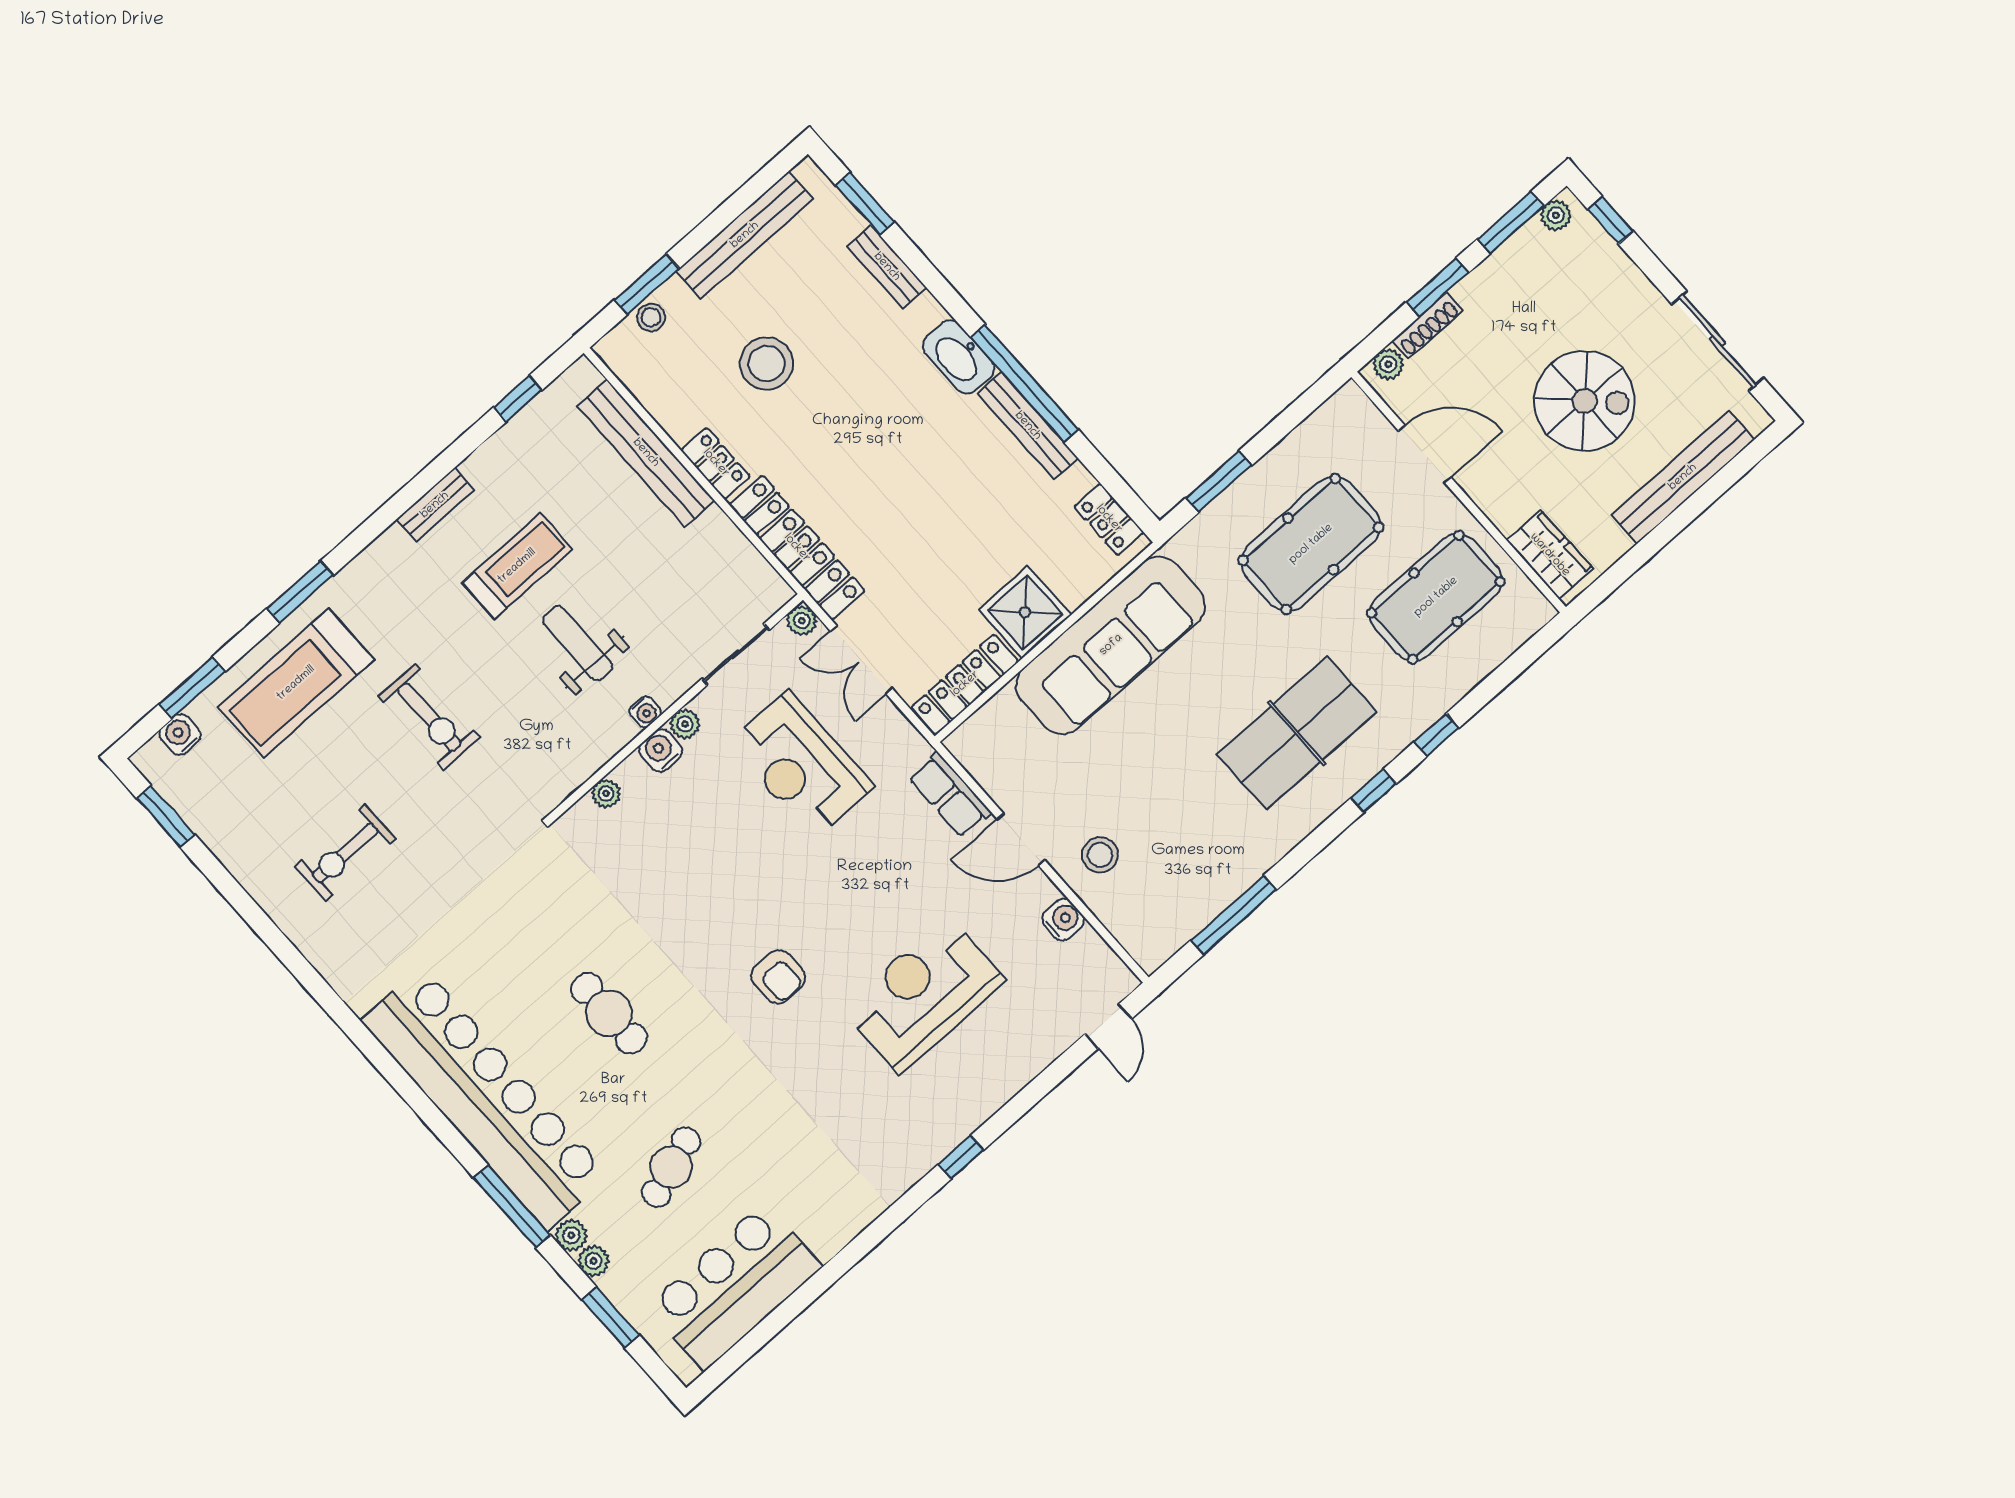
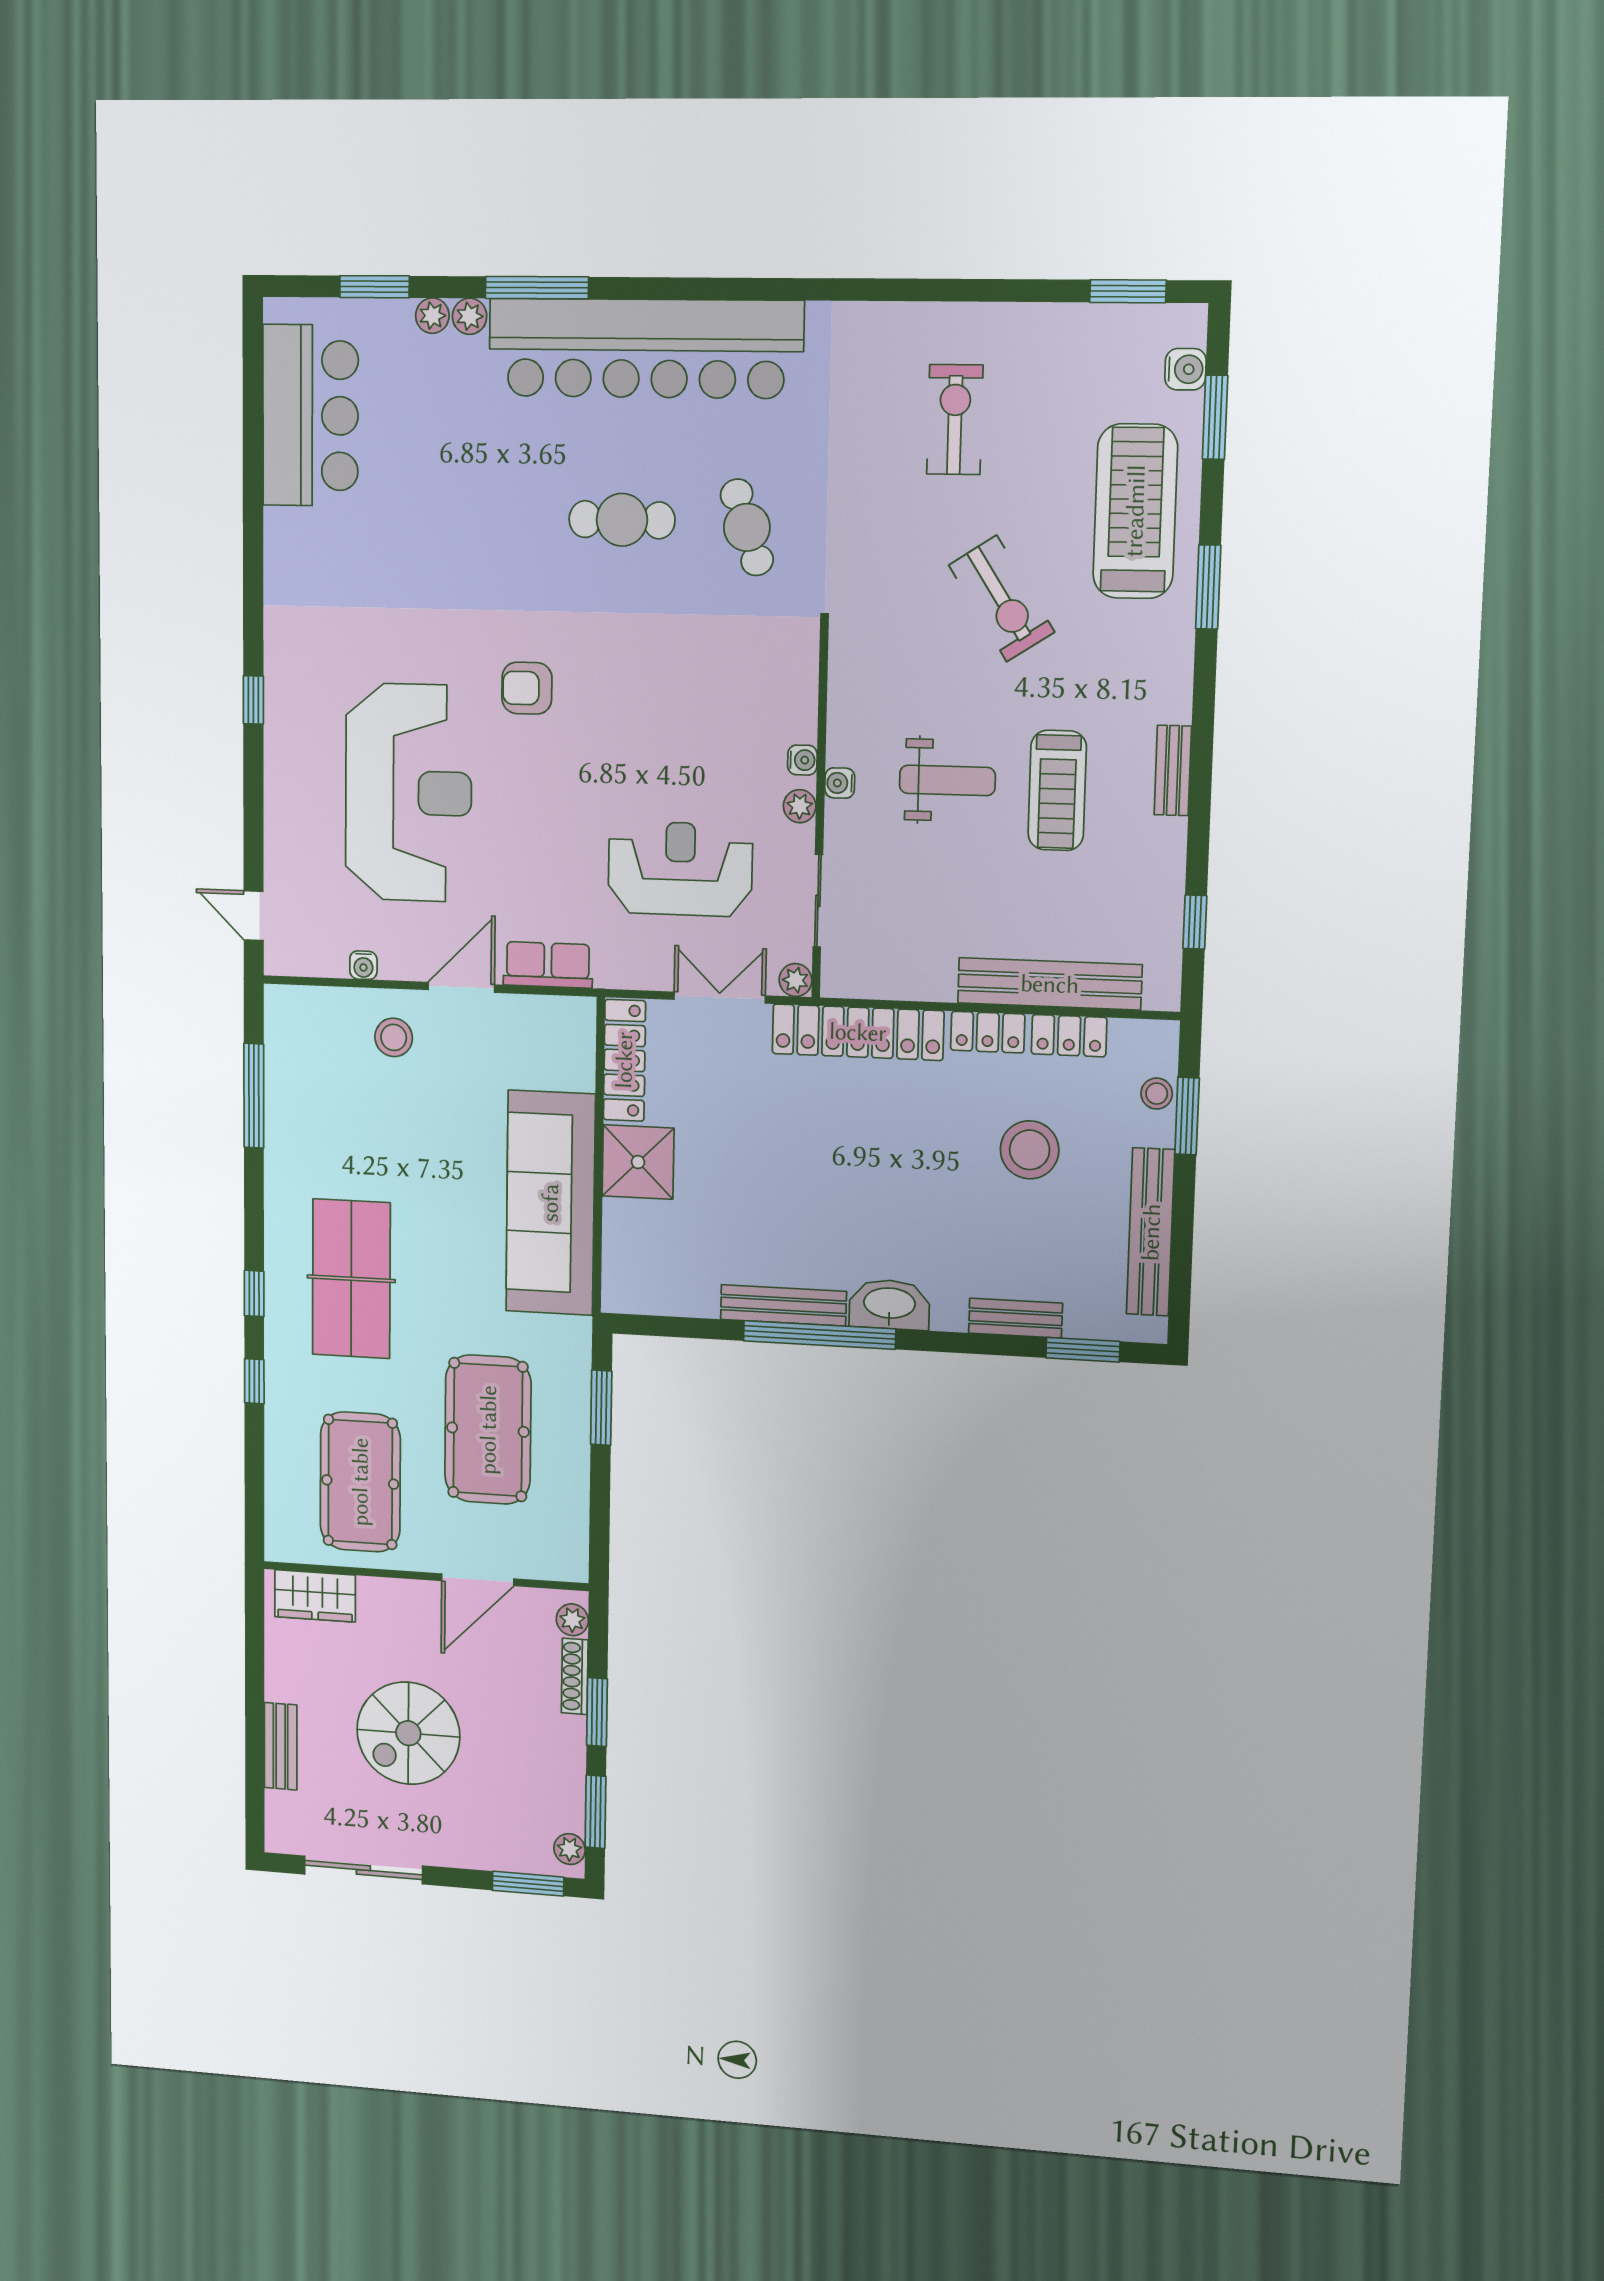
window: (1610, 220) -> (528, 1884), width x1.50
bench: (1683, 477) -> (281, 1746), width x0.54, depth x0.82
locker: (1109, 519) -> (1069, 1036), moved, turned 180
exercise bike: (429, 717) -> (1002, 599), turned -123
water cooler: (660, 750) -> (802, 760), width x0.72, depth x0.72
plant: (606, 793) -> (803, 687), removed
water cooler: (1063, 920) -> (363, 965), width x0.72, depth x0.72
reception desk: (923, 994) -> (408, 793), width x1.36, depth x1.30
cafe table: (671, 1167) -> (747, 527), moved

